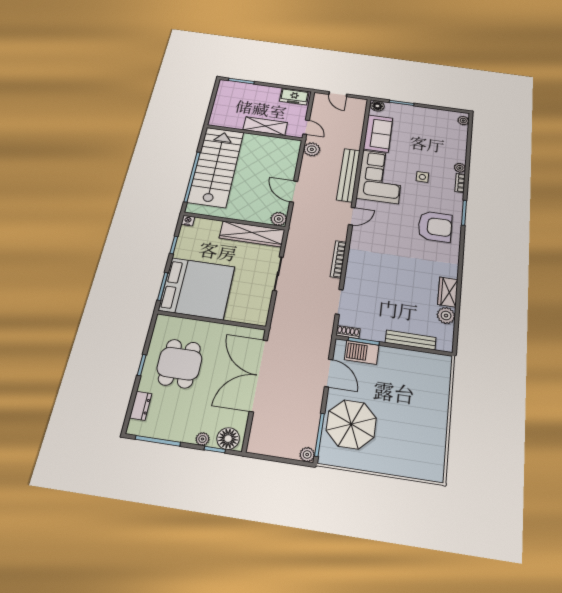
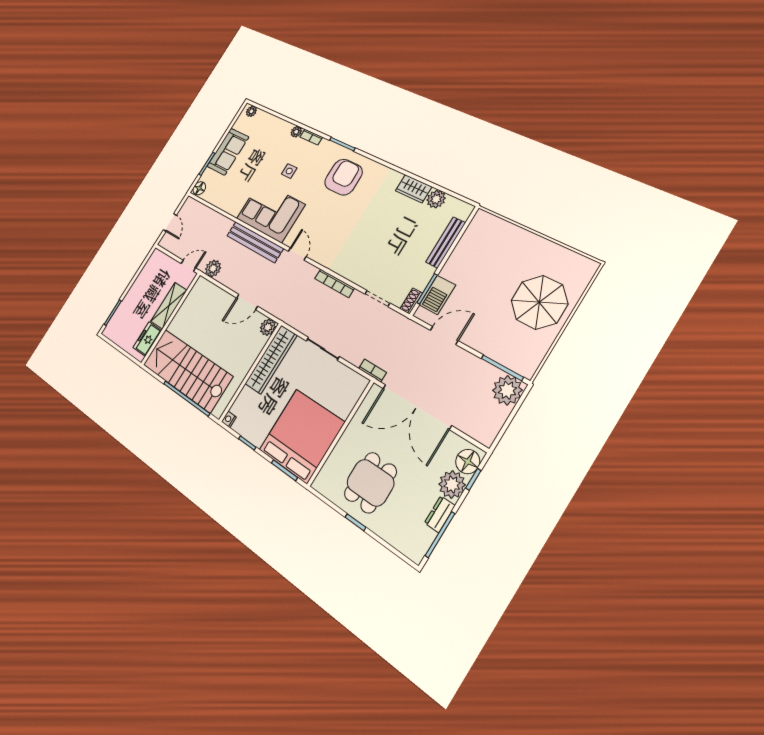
door: (338, 94) -> (170, 222), hinge flipped
freezer: (294, 96) -> (147, 339), moved, turned 180
sofa: (378, 133) -> (228, 152), moved, turned 90
bookcase: (275, 324) -> (372, 370), added
dining table: (179, 364) -> (370, 483), turned 90
dresser: (141, 406) -> (440, 514), moved, turned -90
parasol: (351, 424) -> (539, 302), moved
plant: (202, 439) -> (452, 484), width x1.88, depth x1.88
plant: (307, 455) -> (507, 390), width x1.87, depth x1.87

